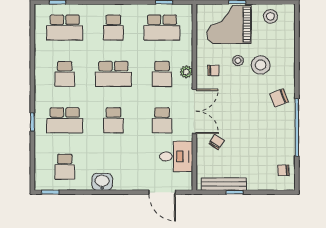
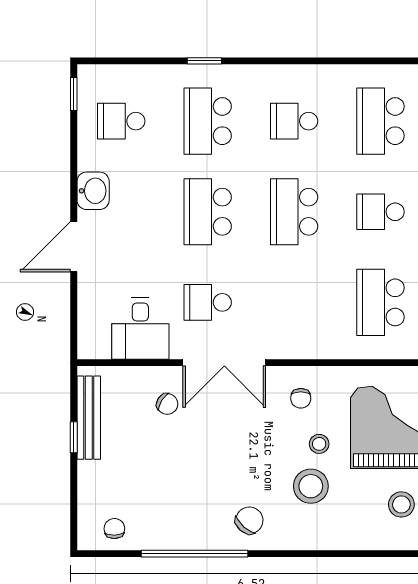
plant: (186, 72) -> (298, 348), removed
school desk: (162, 74) -> (294, 302), removed
chair: (279, 98) -> (249, 520), turned 63
school desk: (113, 120) -> (208, 212), width x1.85
door: (162, 192) -> (74, 247), moved

